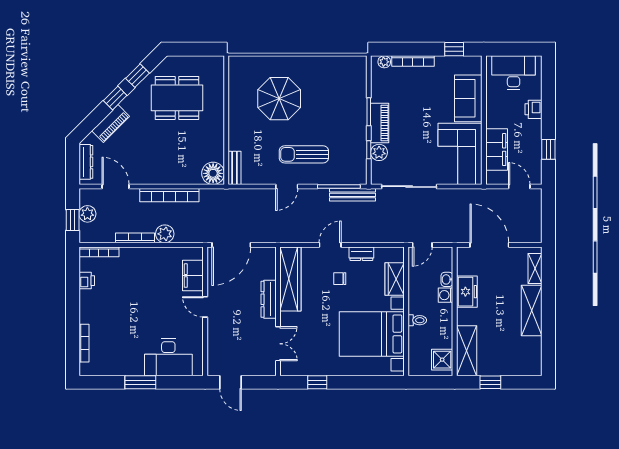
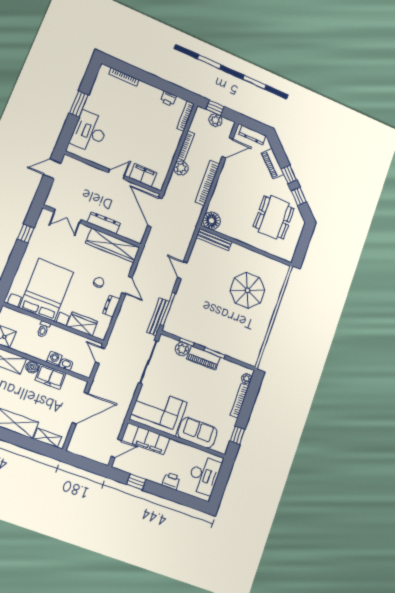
sun lounger: (304, 154) -> (201, 292), removed
bench: (235, 168) -> (214, 240), width x1.36
boiler: (464, 316) -> (32, 367), added

